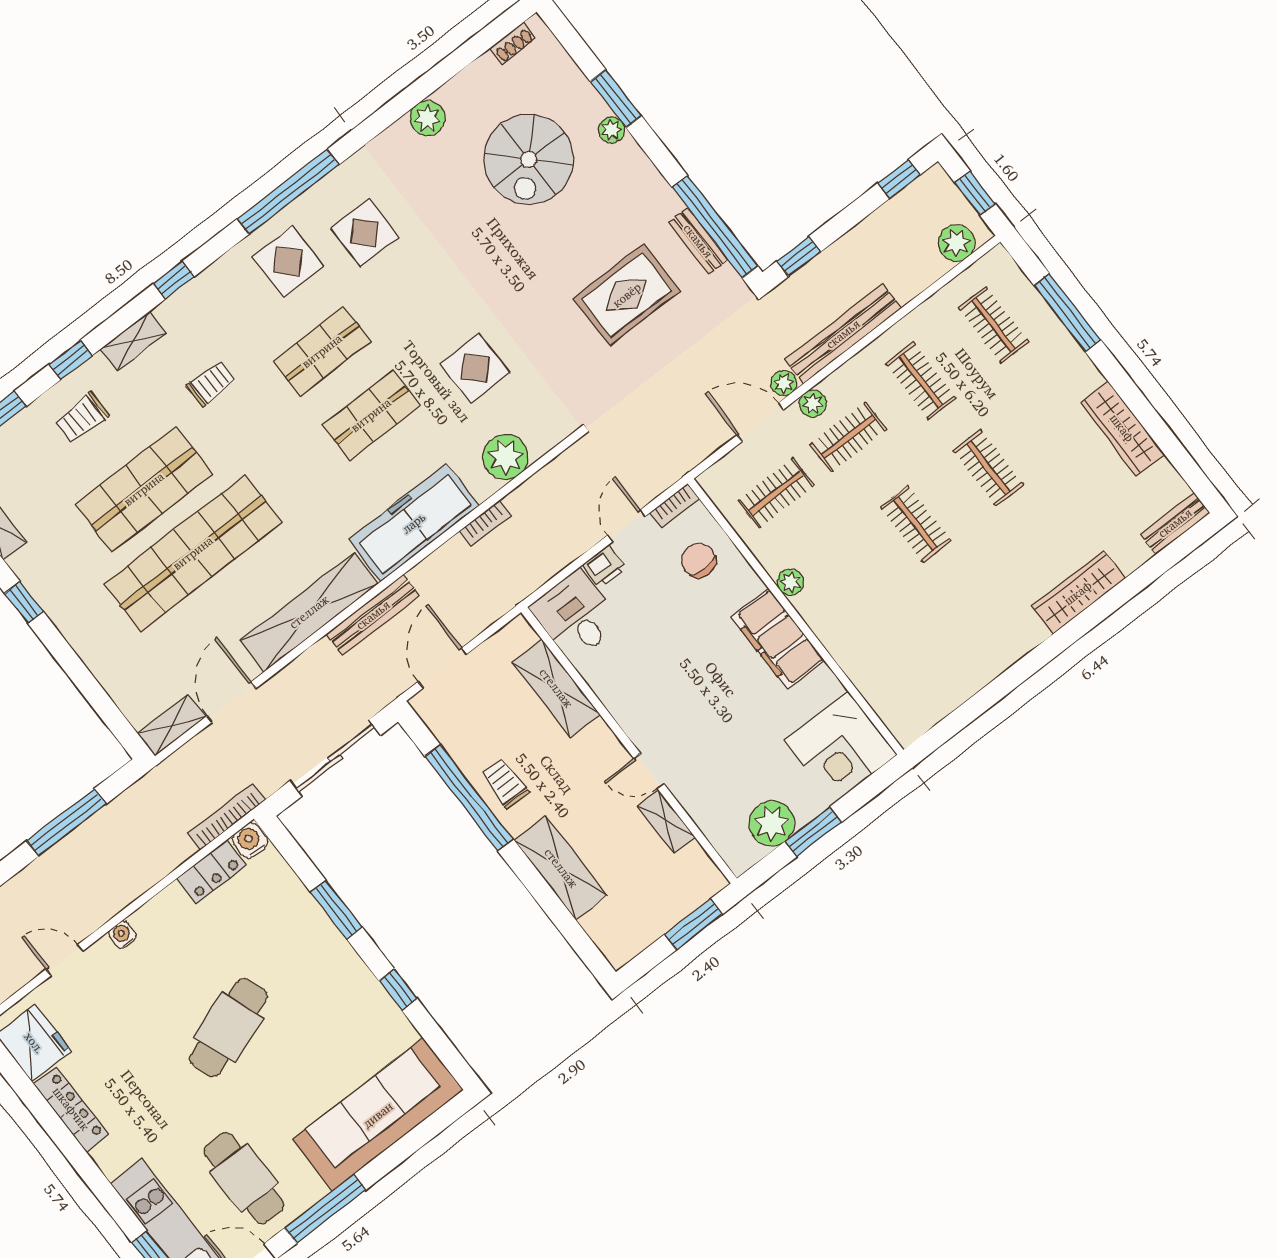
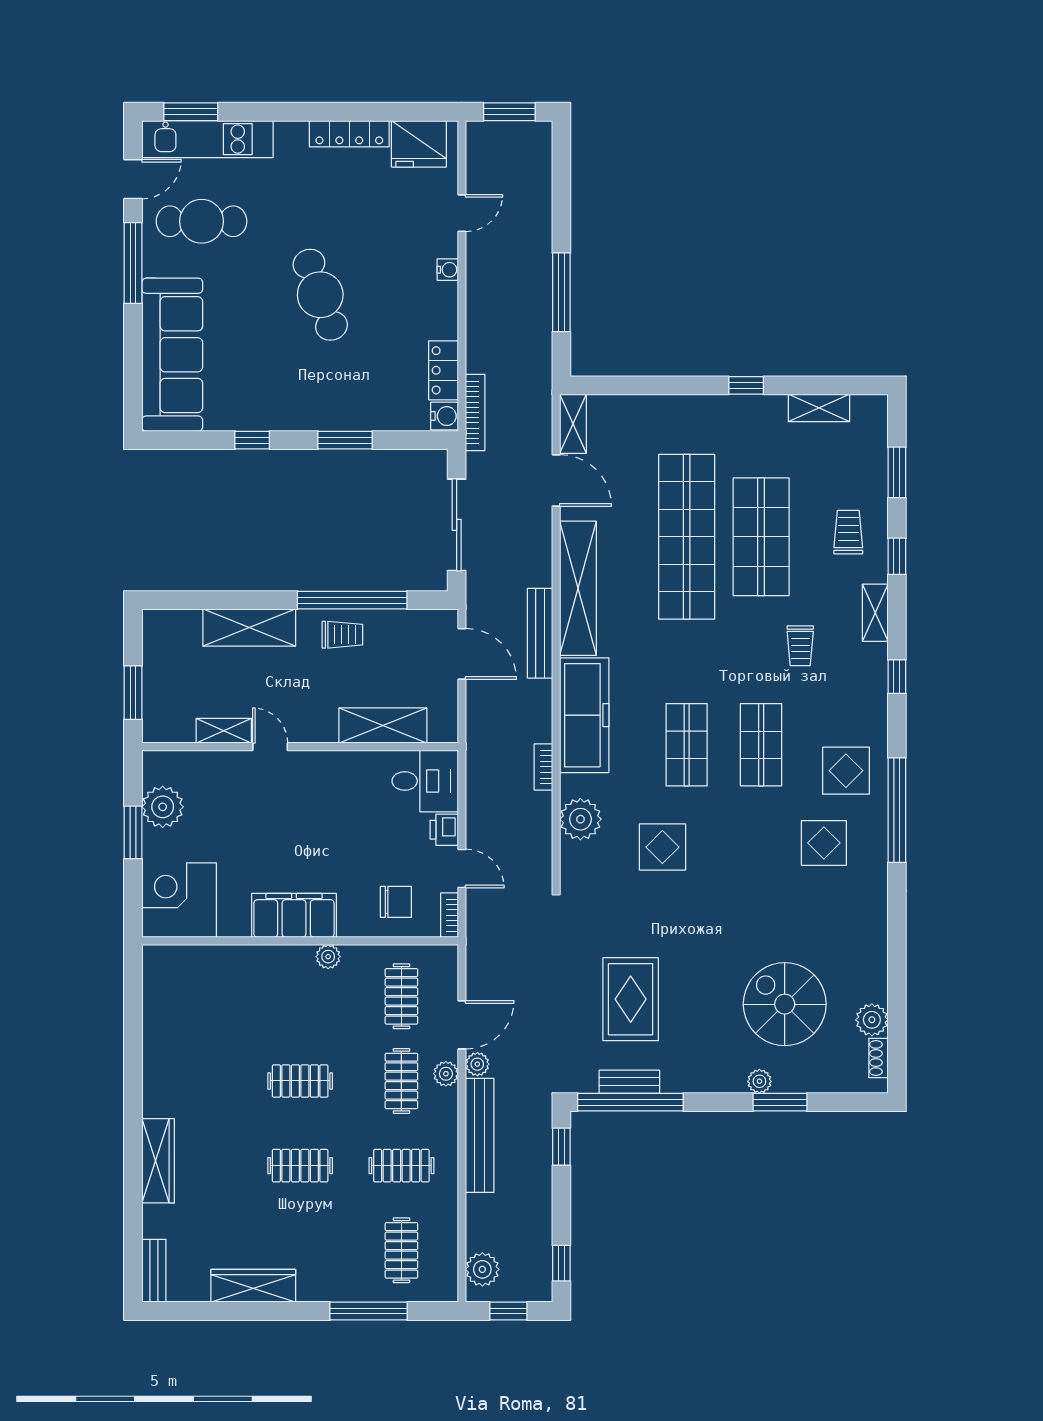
plant: (428, 118) -> (872, 1020), moved
clothes rail: (994, 325) -> (401, 1250), turned 90
door: (649, 771) -> (270, 747), hinge flipped

